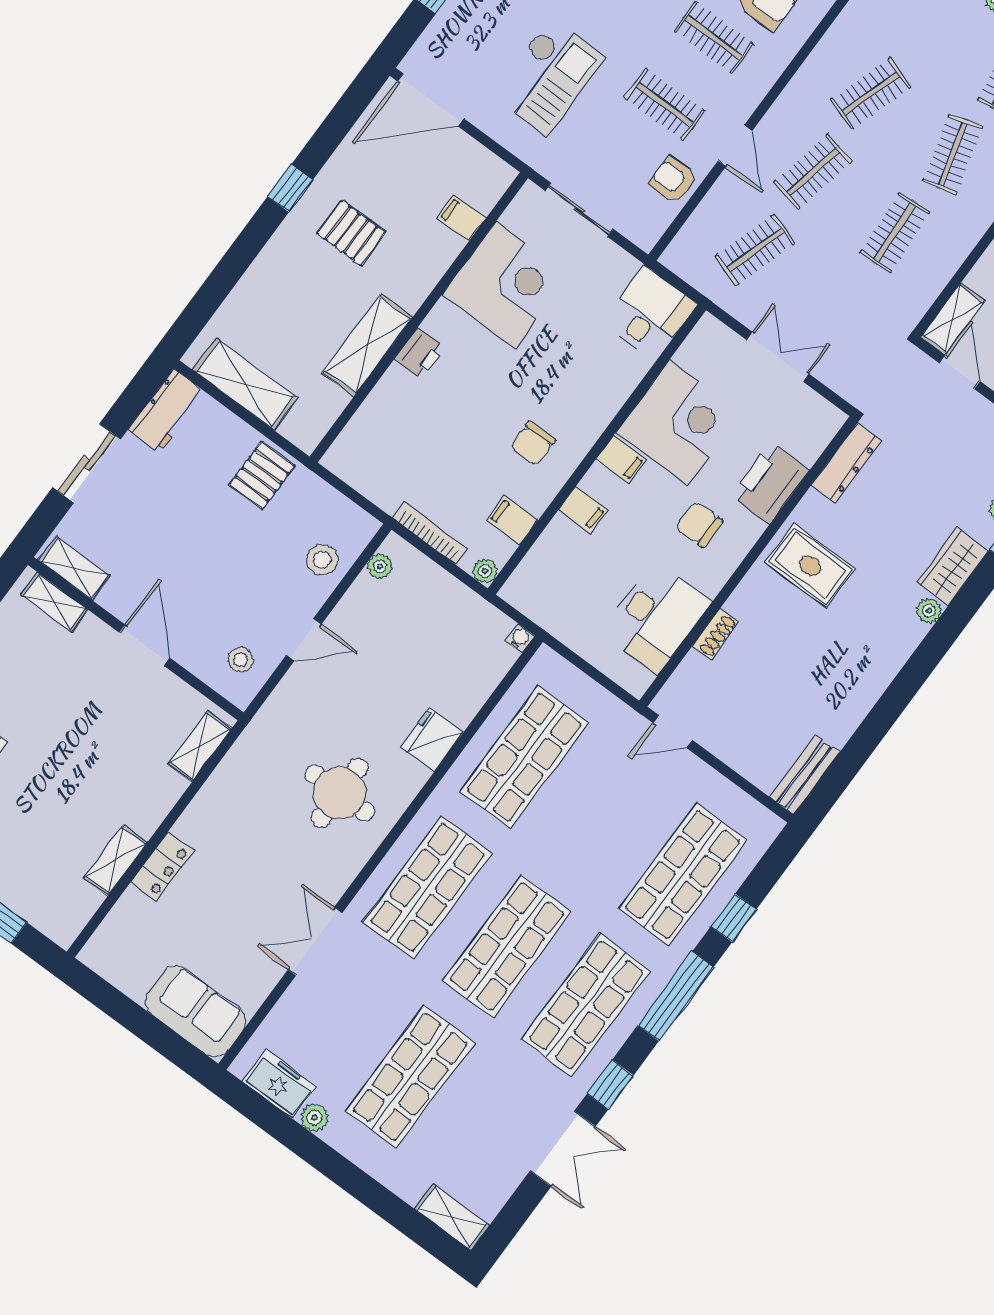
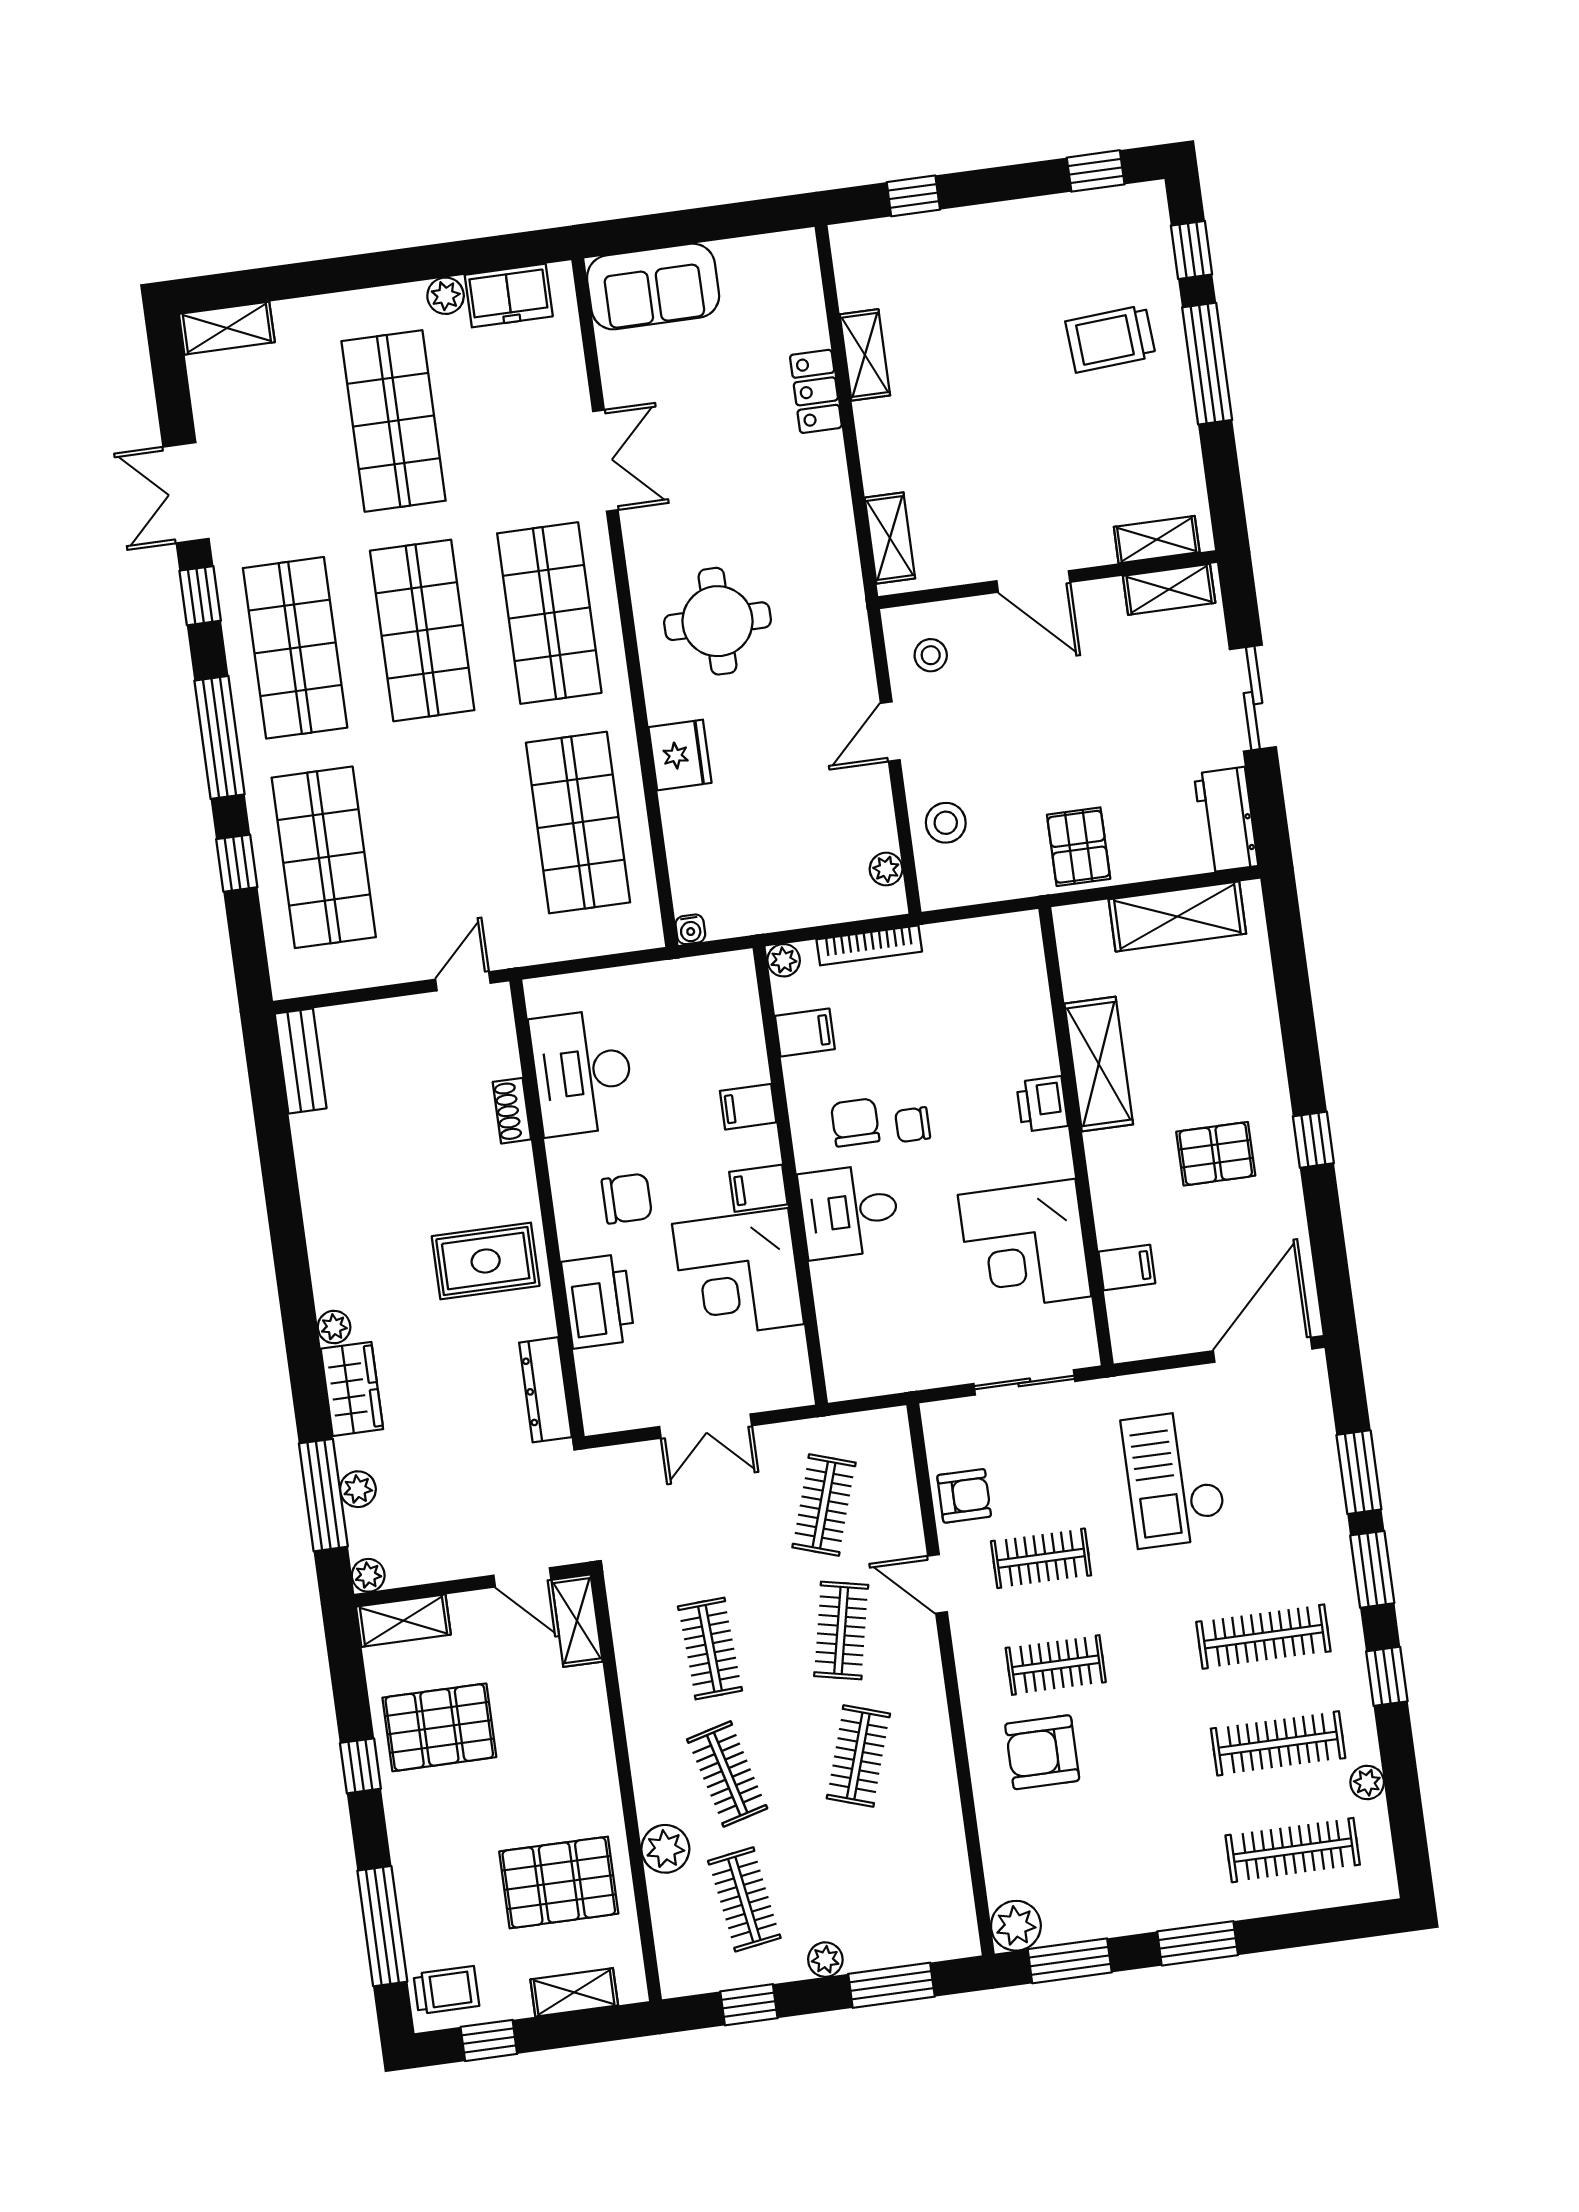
desk: (650, 313) -> (849, 1211), moved, turned 90
chair: (502, 411) -> (913, 1125), added

